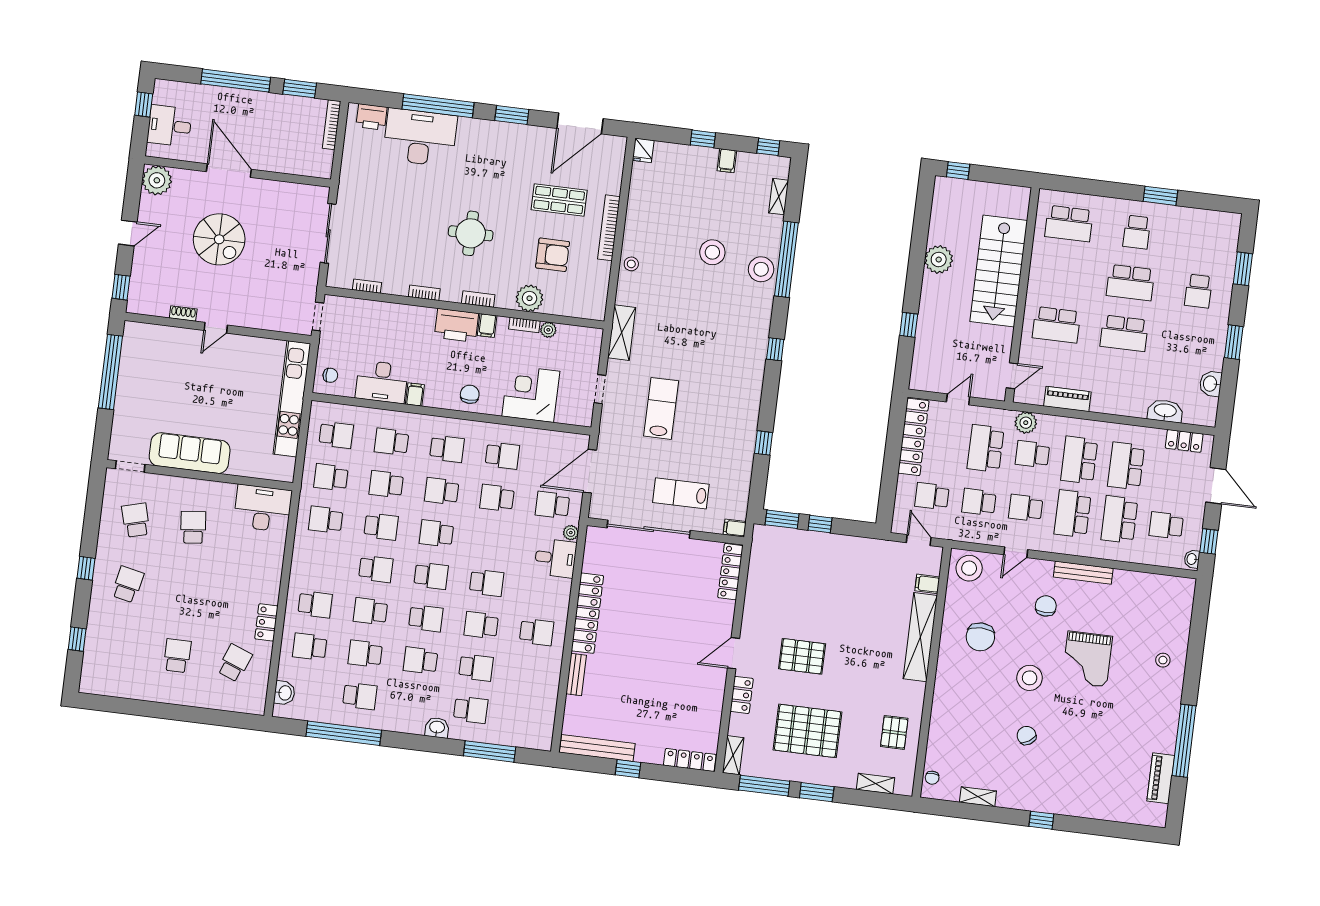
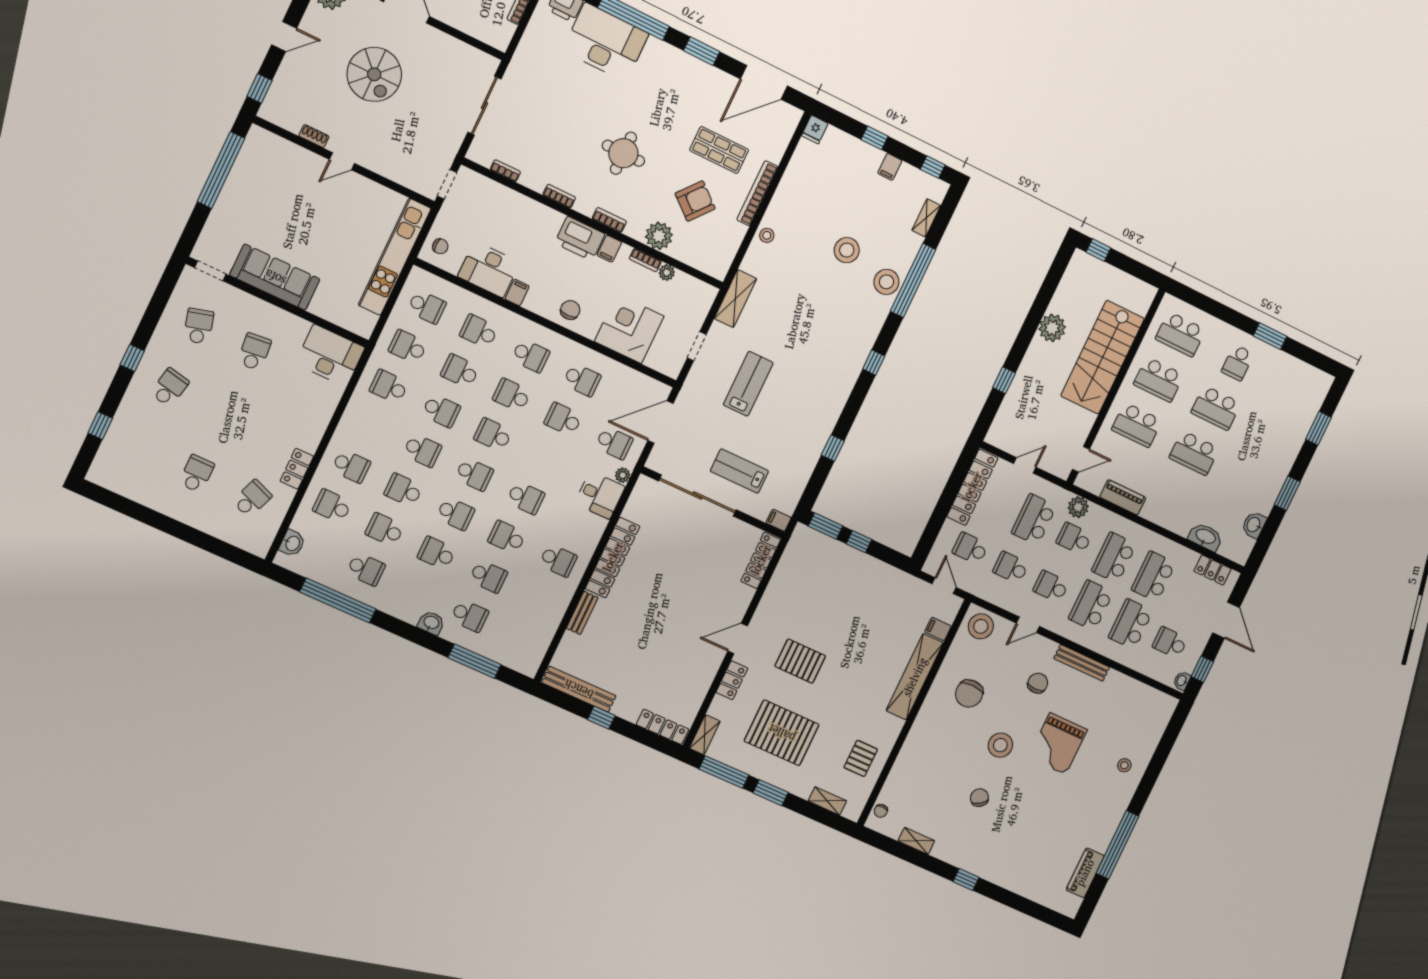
armchair: (553, 255) -> (695, 201), turned -50
school desk: (1198, 291) -> (1159, 380), moved, width x1.85
school desk: (552, 505) -> (614, 443), turned 180

